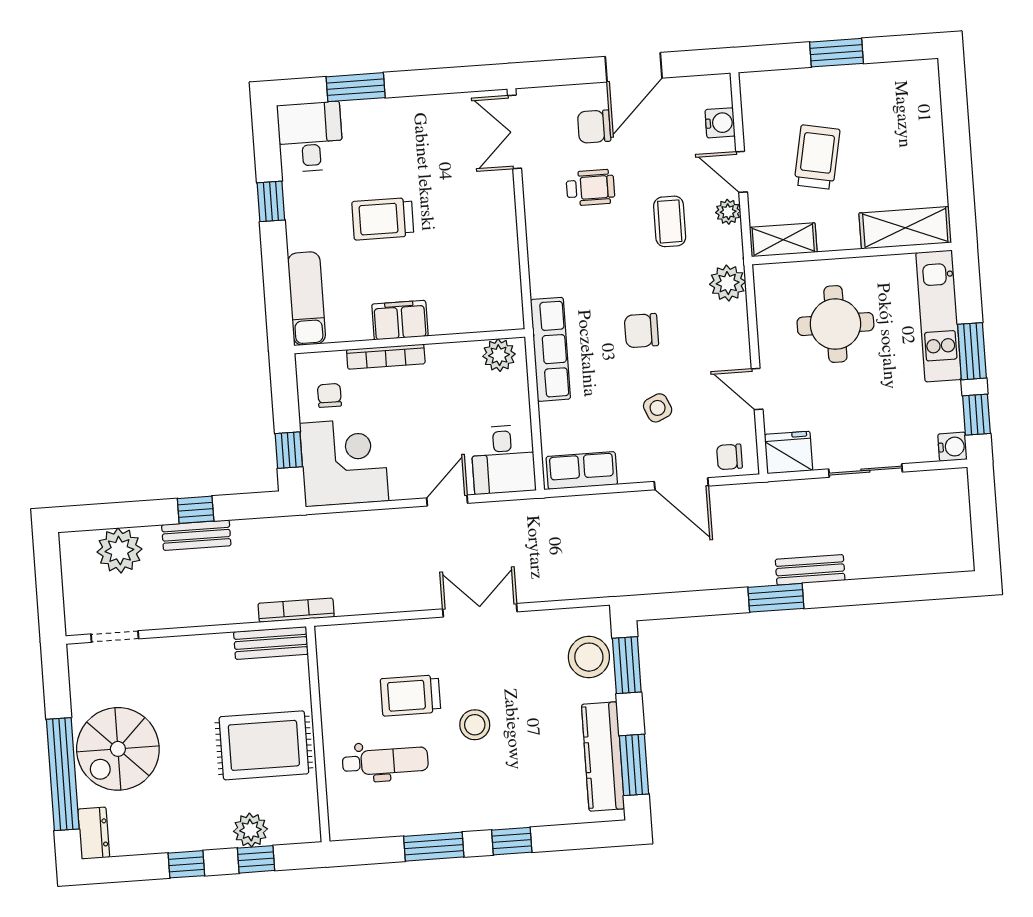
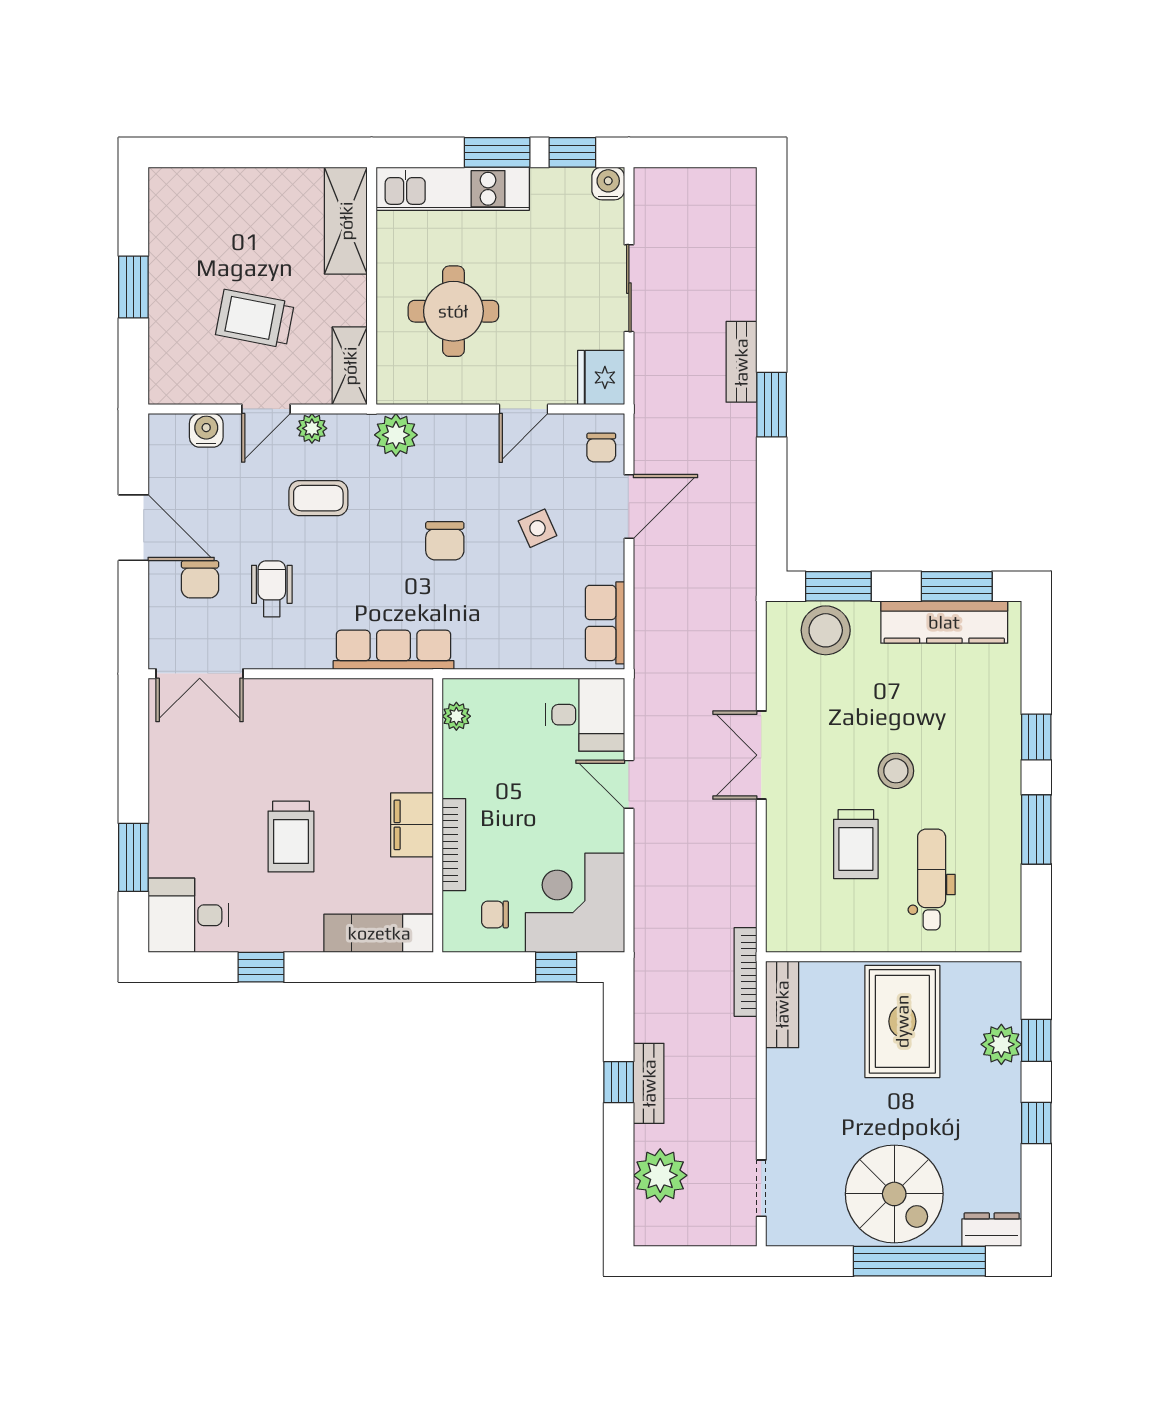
row of seats: (550, 349) -> (394, 650), moved
plant: (499, 355) -> (456, 716), width x0.73, depth x0.73

